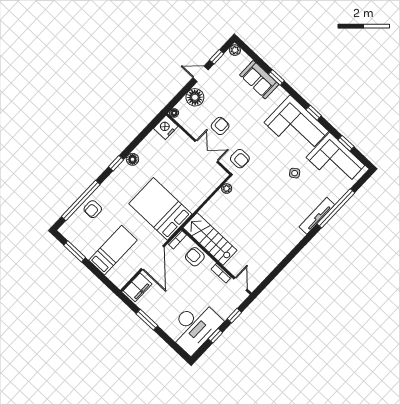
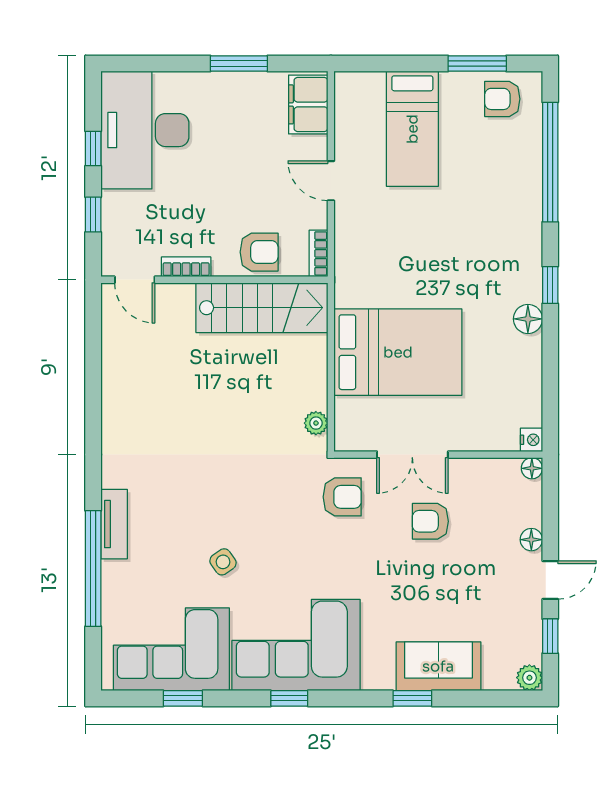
floor lamp: (195, 97) -> (531, 540), width x0.53, depth x0.53
armchair: (220, 126) -> (430, 521), turned 90
nightstand: (166, 127) -> (531, 440), width x0.53, depth x0.56
armchair: (240, 159) -> (342, 497), turned 180
armchair: (93, 209) -> (502, 99), moved, turned -90
bed: (160, 209) -> (398, 352), moved
tv unit: (317, 216) -> (114, 524), width x0.71
door: (153, 258) -> (331, 181), width x0.53

